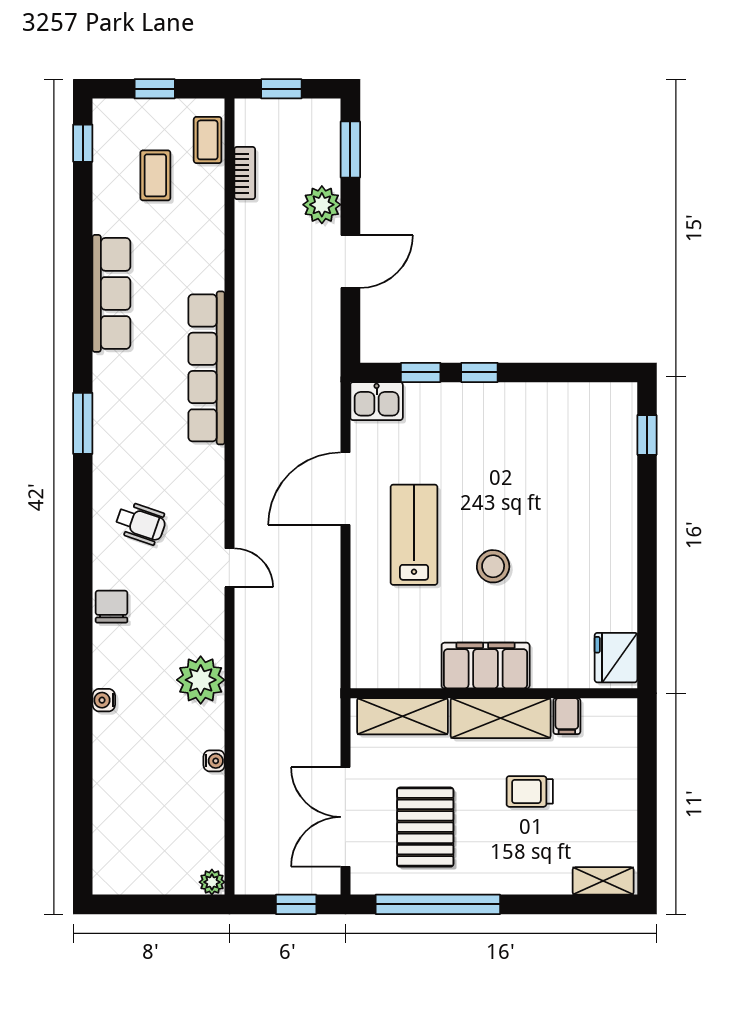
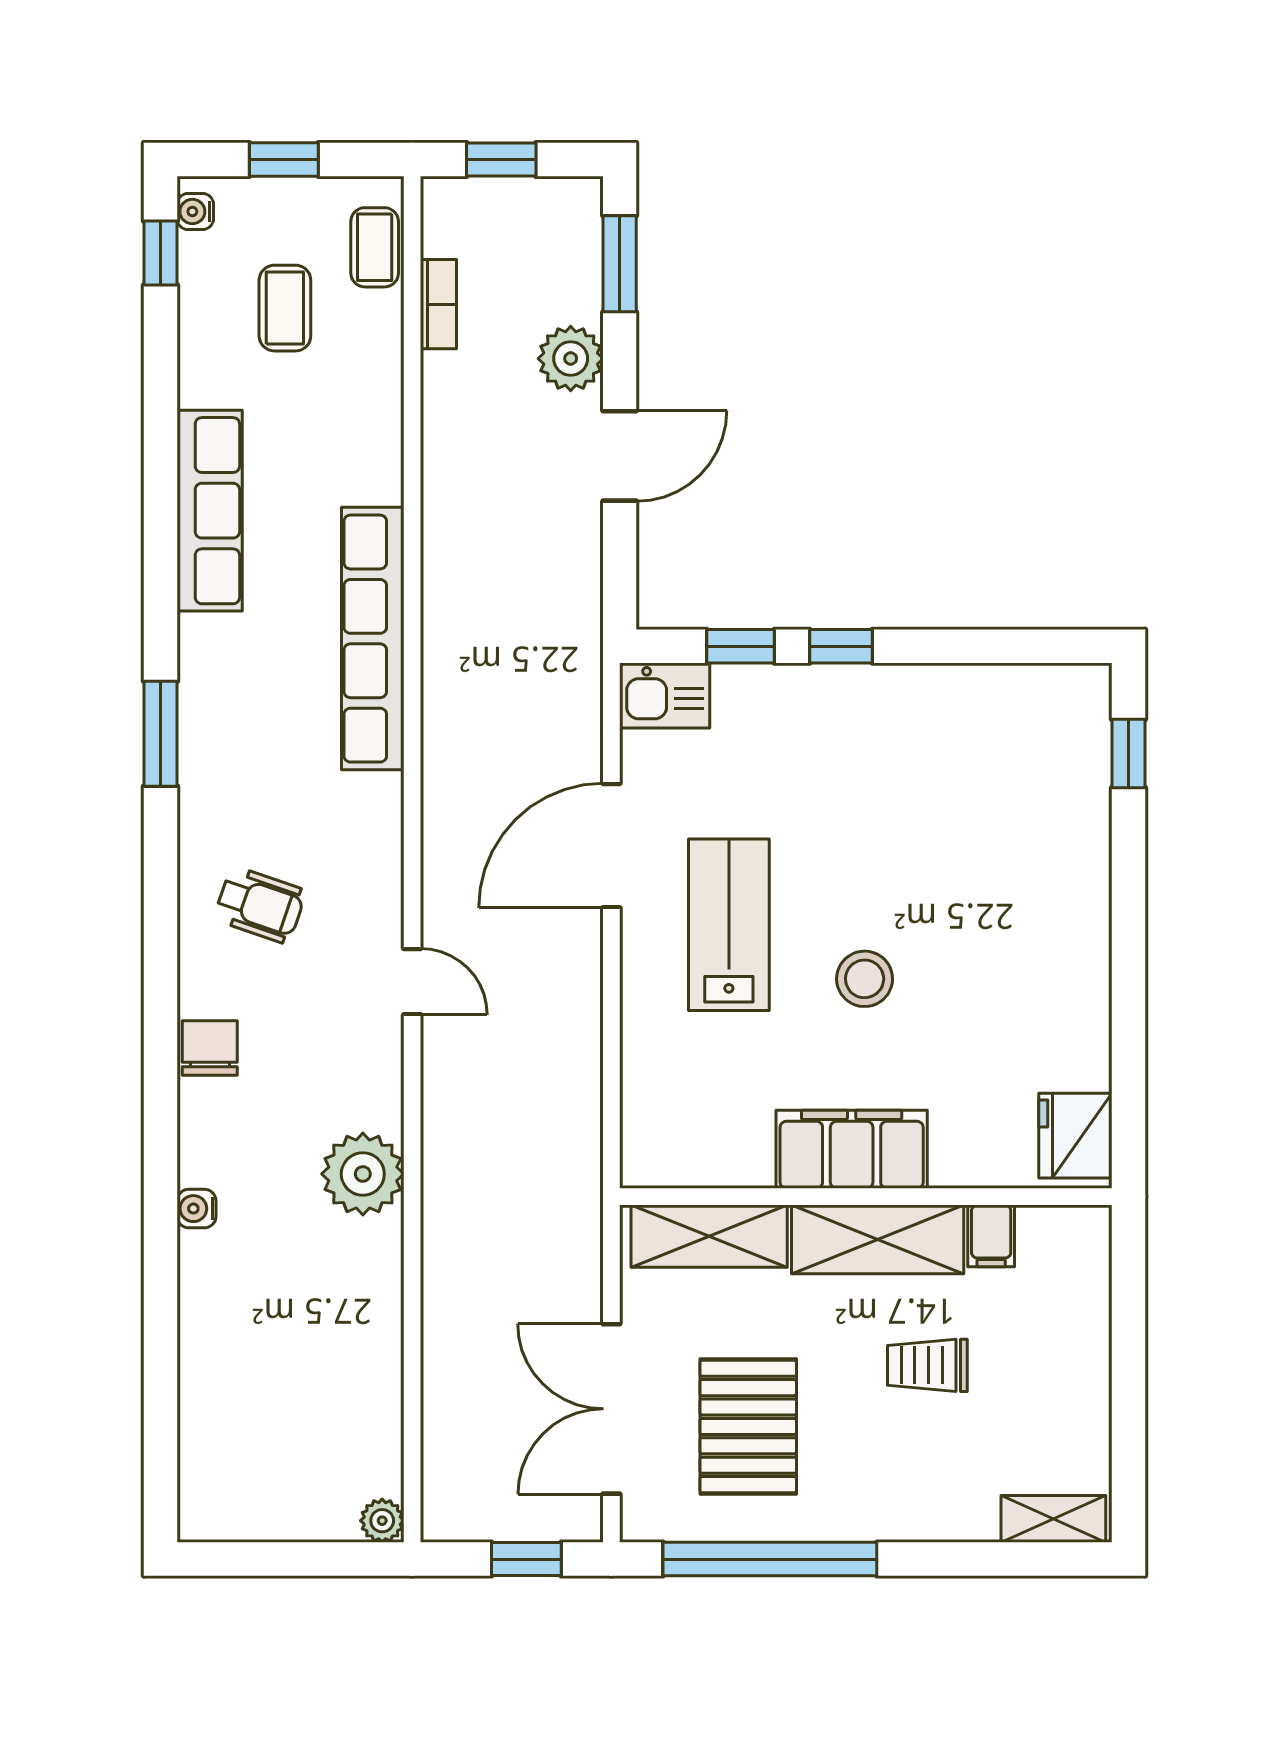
water cooler: (214, 761) -> (195, 211), moved, turned 180

